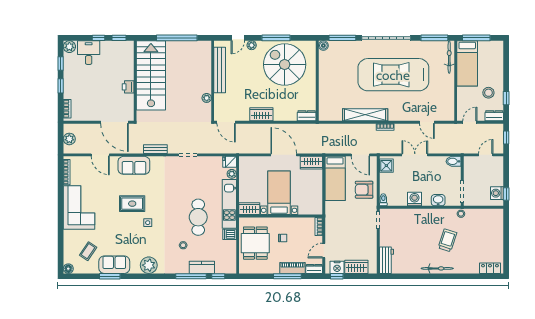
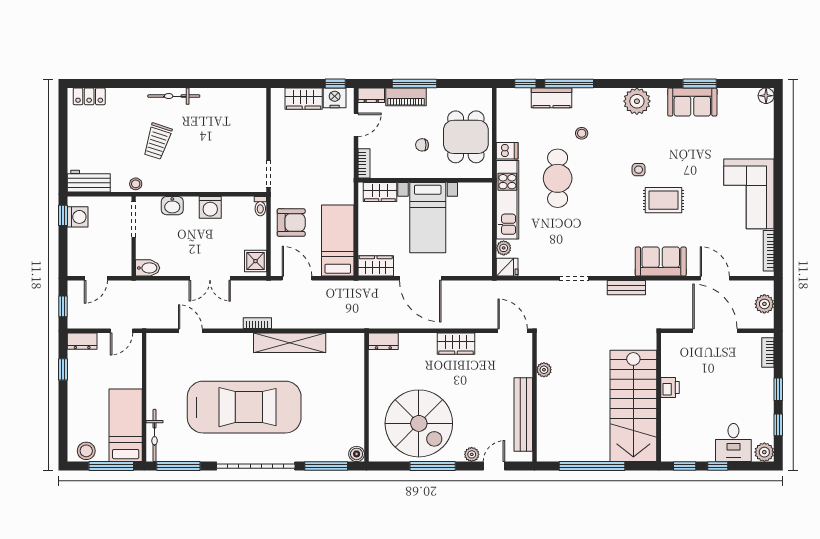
stool: (488, 93) -> (86, 451), moved
door: (114, 122) -> (715, 331), moved
wardrobe: (249, 209) -> (380, 192), moved
coffee table: (88, 251) -> (734, 124), removed
workbench: (386, 260) -> (89, 181), moved, turned 90

